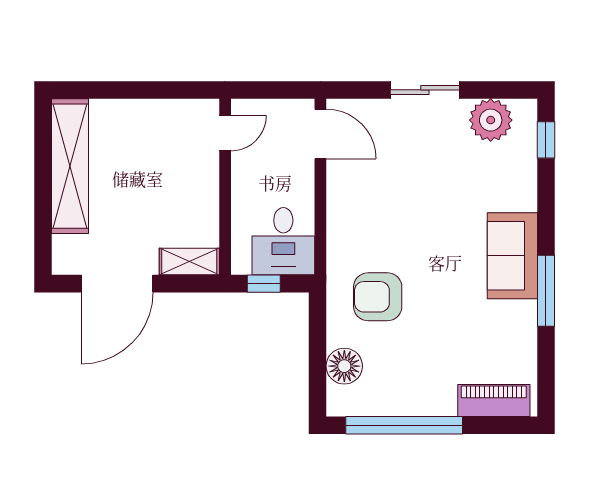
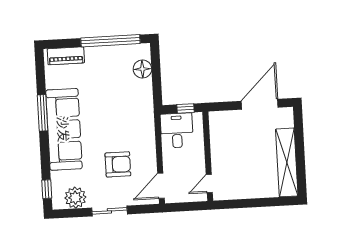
door: (320, 134) -> (161, 186), hinge flipped
sofa: (512, 256) -> (64, 129), width x1.85, depth x1.27
shelving: (189, 261) -> (224, 118), removed
armchair: (378, 297) -> (118, 164), moved

